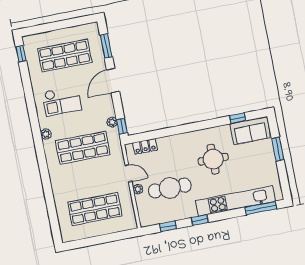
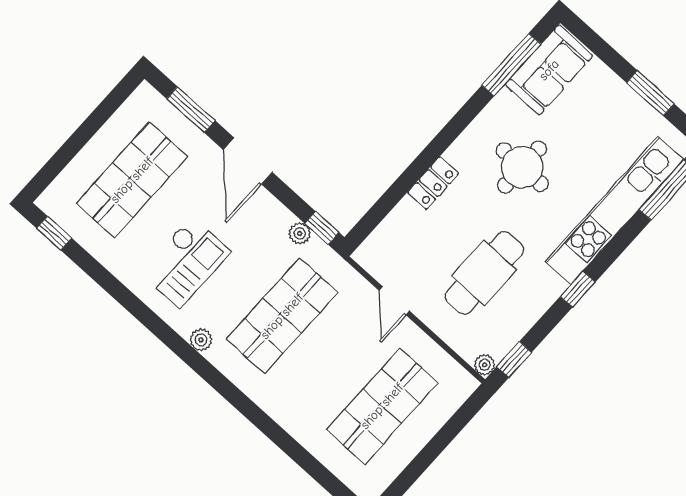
window: (238, 118) -> (511, 65), width x2.17
locker: (145, 146) -> (433, 183), moved
window: (278, 149) -> (650, 93), moved
door: (129, 173) -> (394, 301), swing flipped
plant: (138, 189) -> (485, 365), moved
window: (168, 226) -> (514, 360), moved

